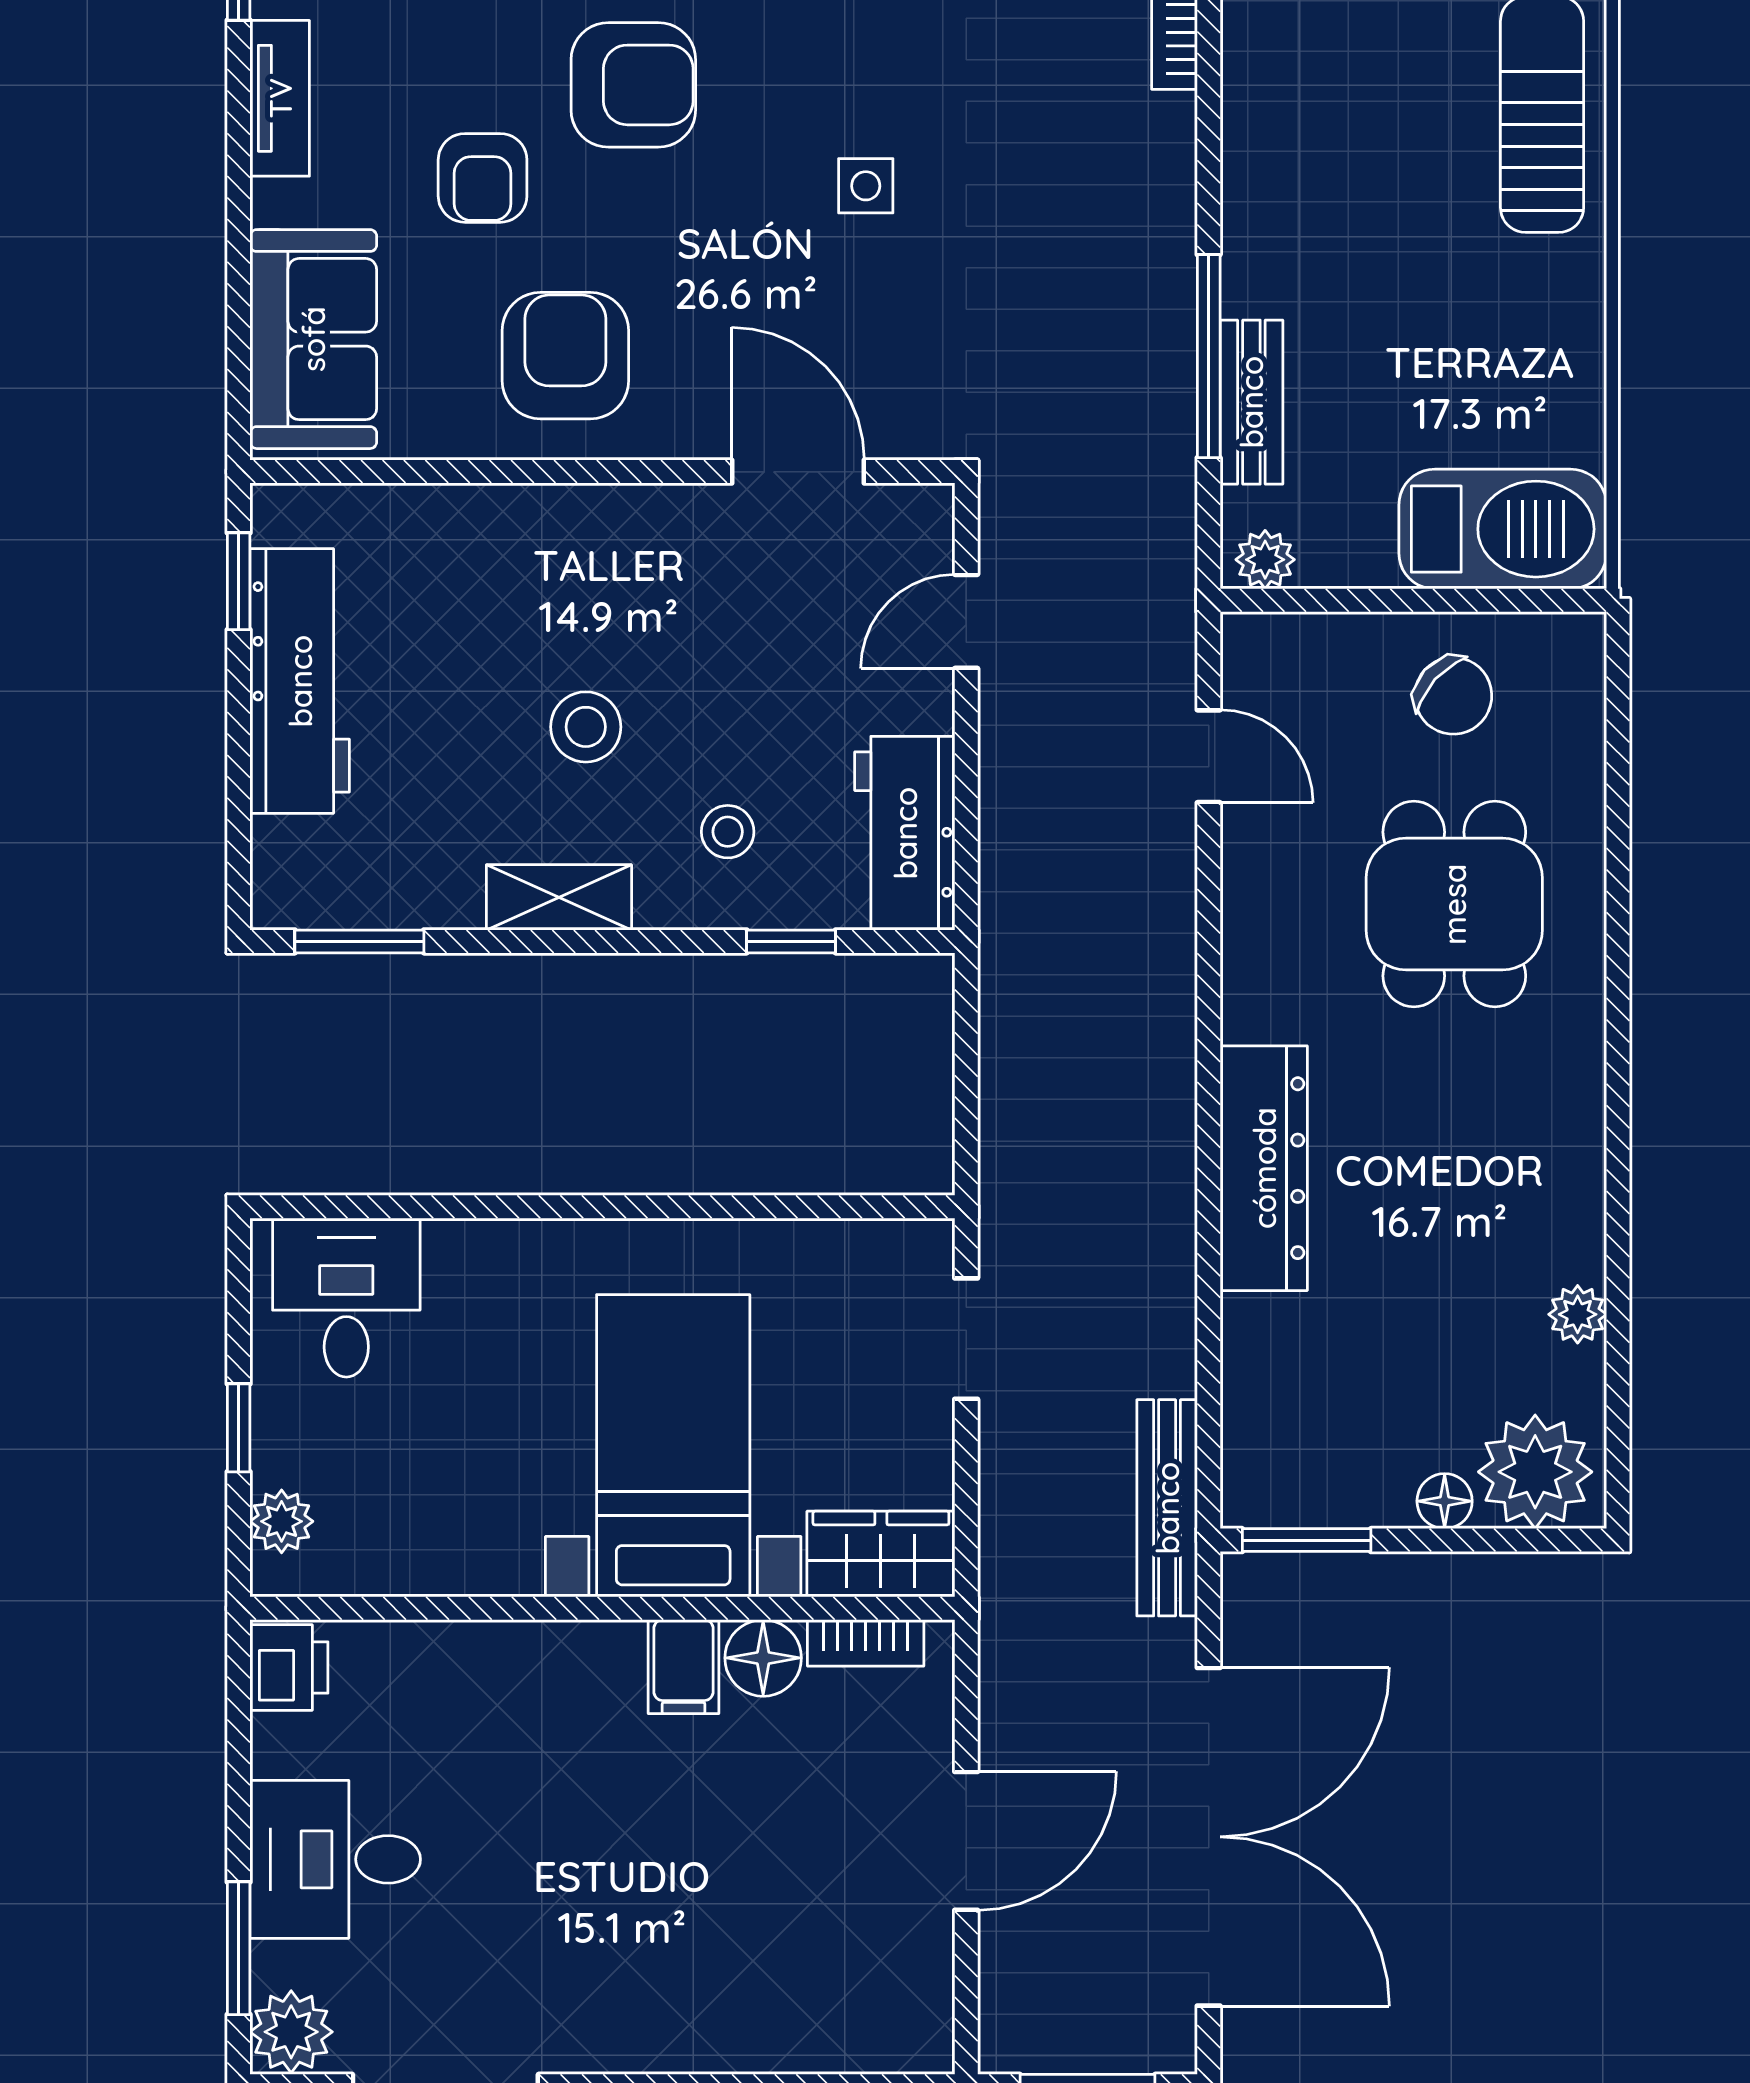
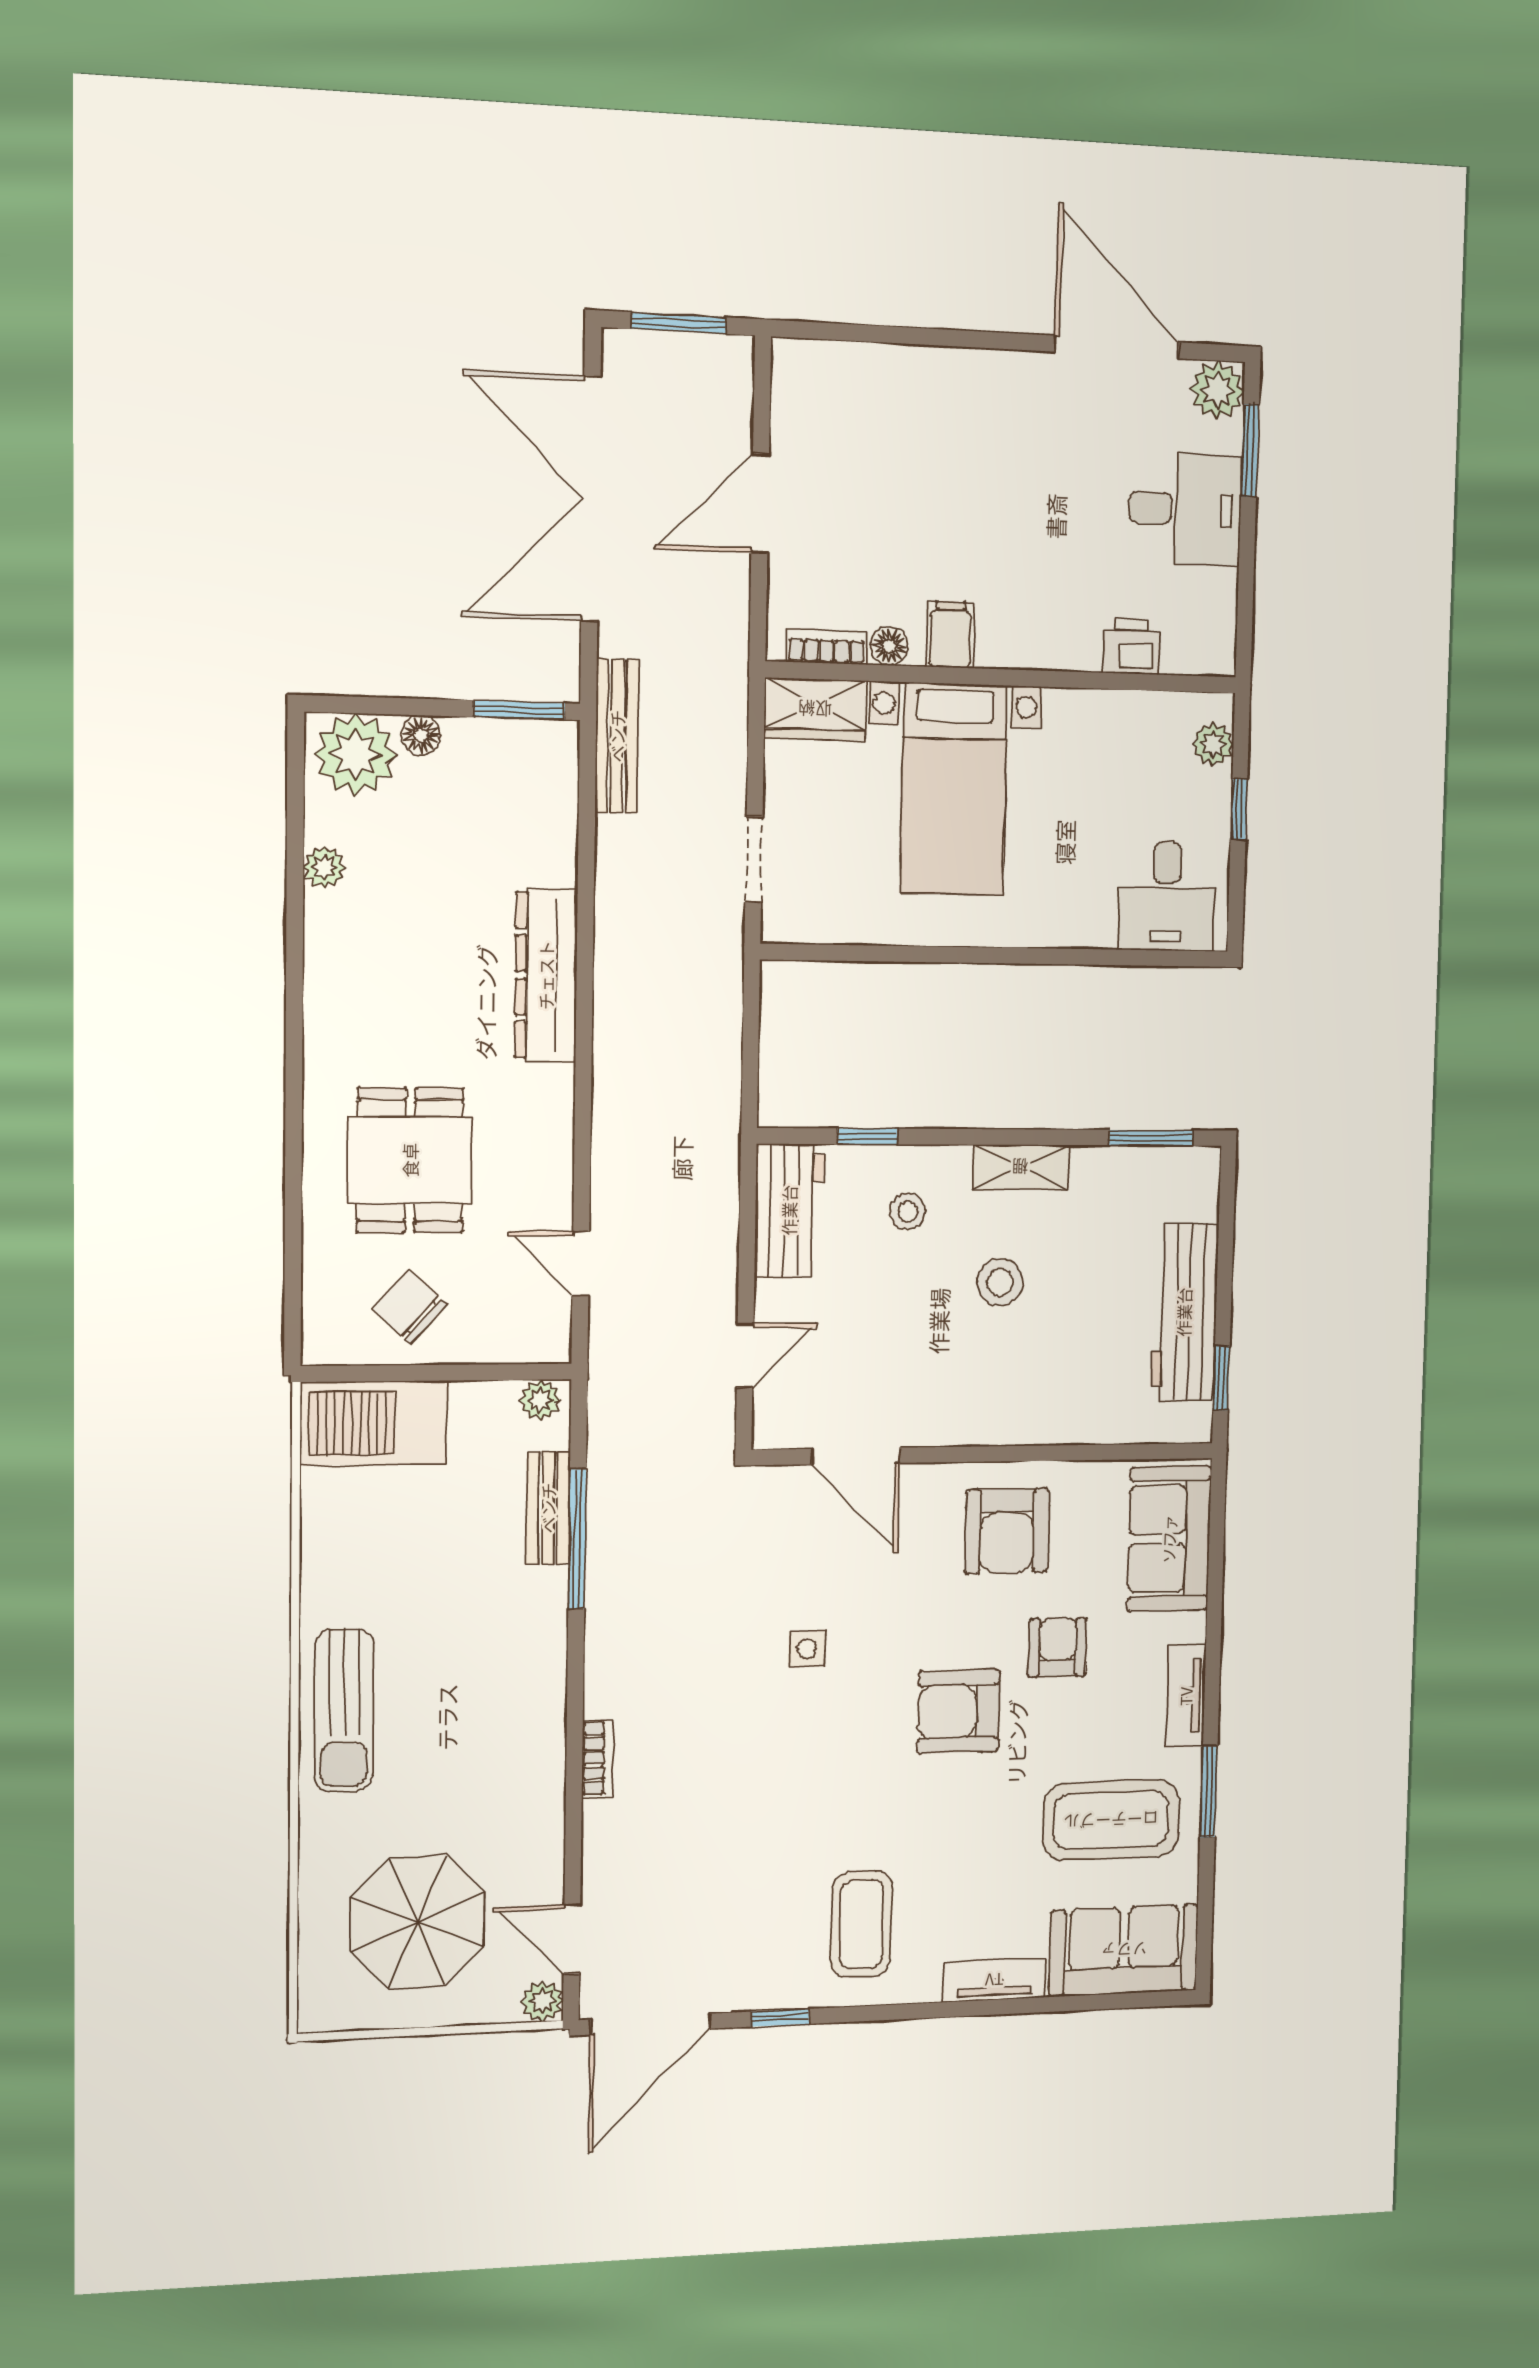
floor lamp: (763, 1658) -> (889, 646), width x0.73, depth x0.73
printer: (289, 1668) -> (1131, 647), moved, turned 90

